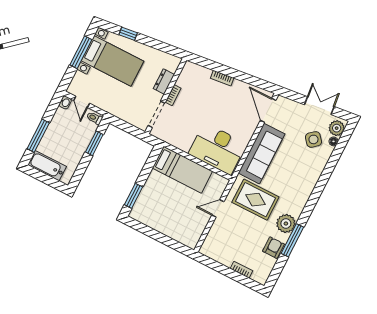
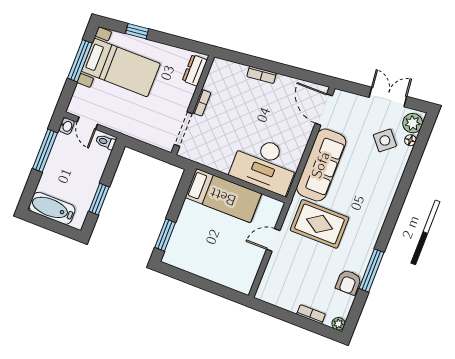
dresser: (164, 82) -> (195, 70), moved
window: (38, 136) -> (45, 151), moved
window: (94, 143) -> (99, 199), moved
plant: (286, 224) -> (338, 324), moved, width x0.53, depth x0.53
armchair: (273, 248) -> (349, 282), turned 180

